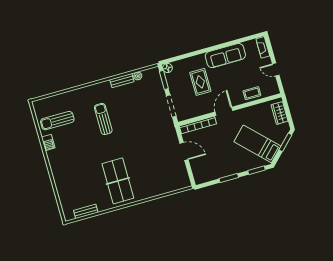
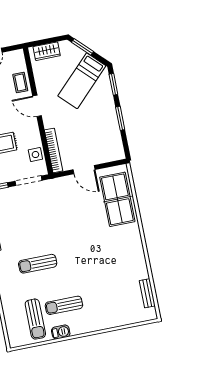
side table: (193, 110) -> (35, 155), added
door: (224, 111) -> (37, 106), moved
sun lounger: (71, 143) -> (64, 305), added
door: (184, 151) -> (84, 170), swing flipped
table tennis table: (118, 181) -> (117, 199), moved, turned 90

